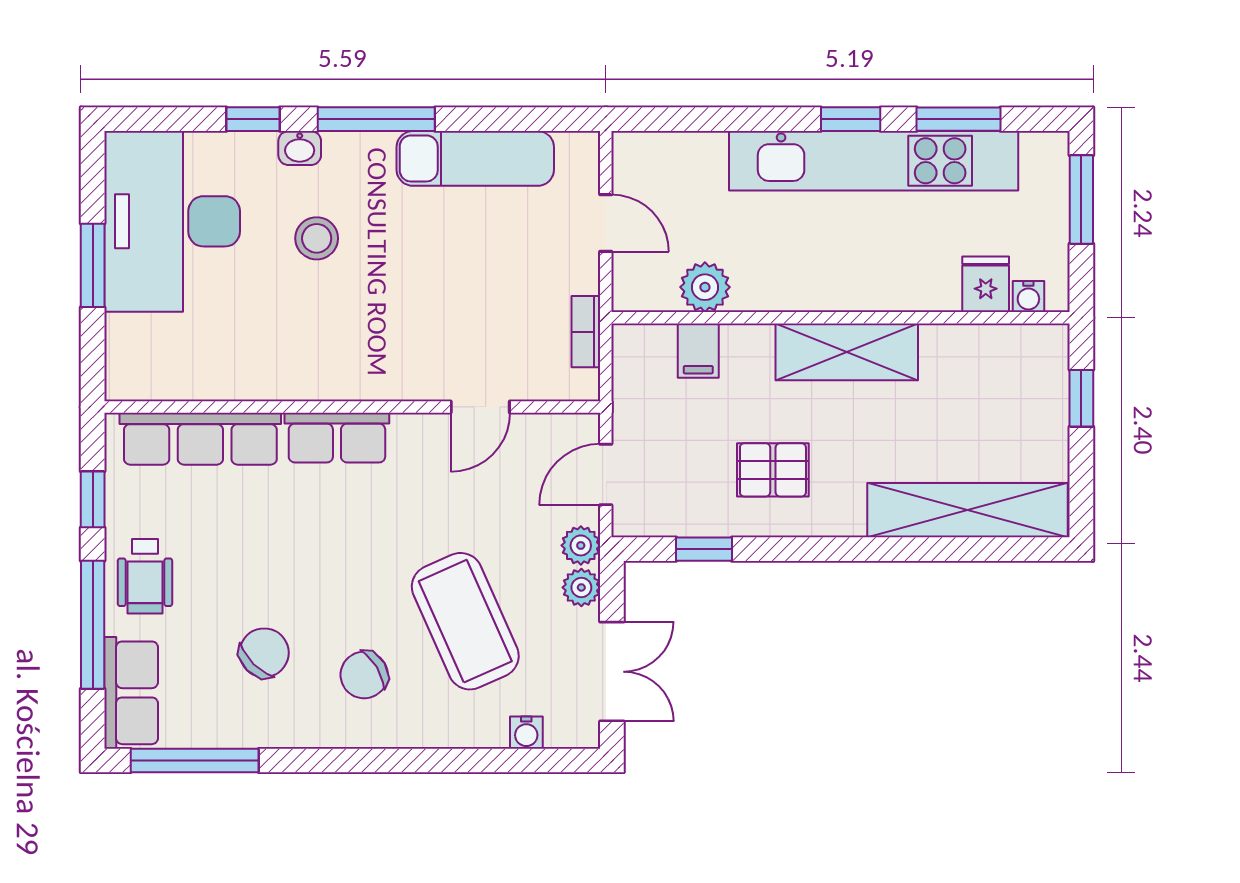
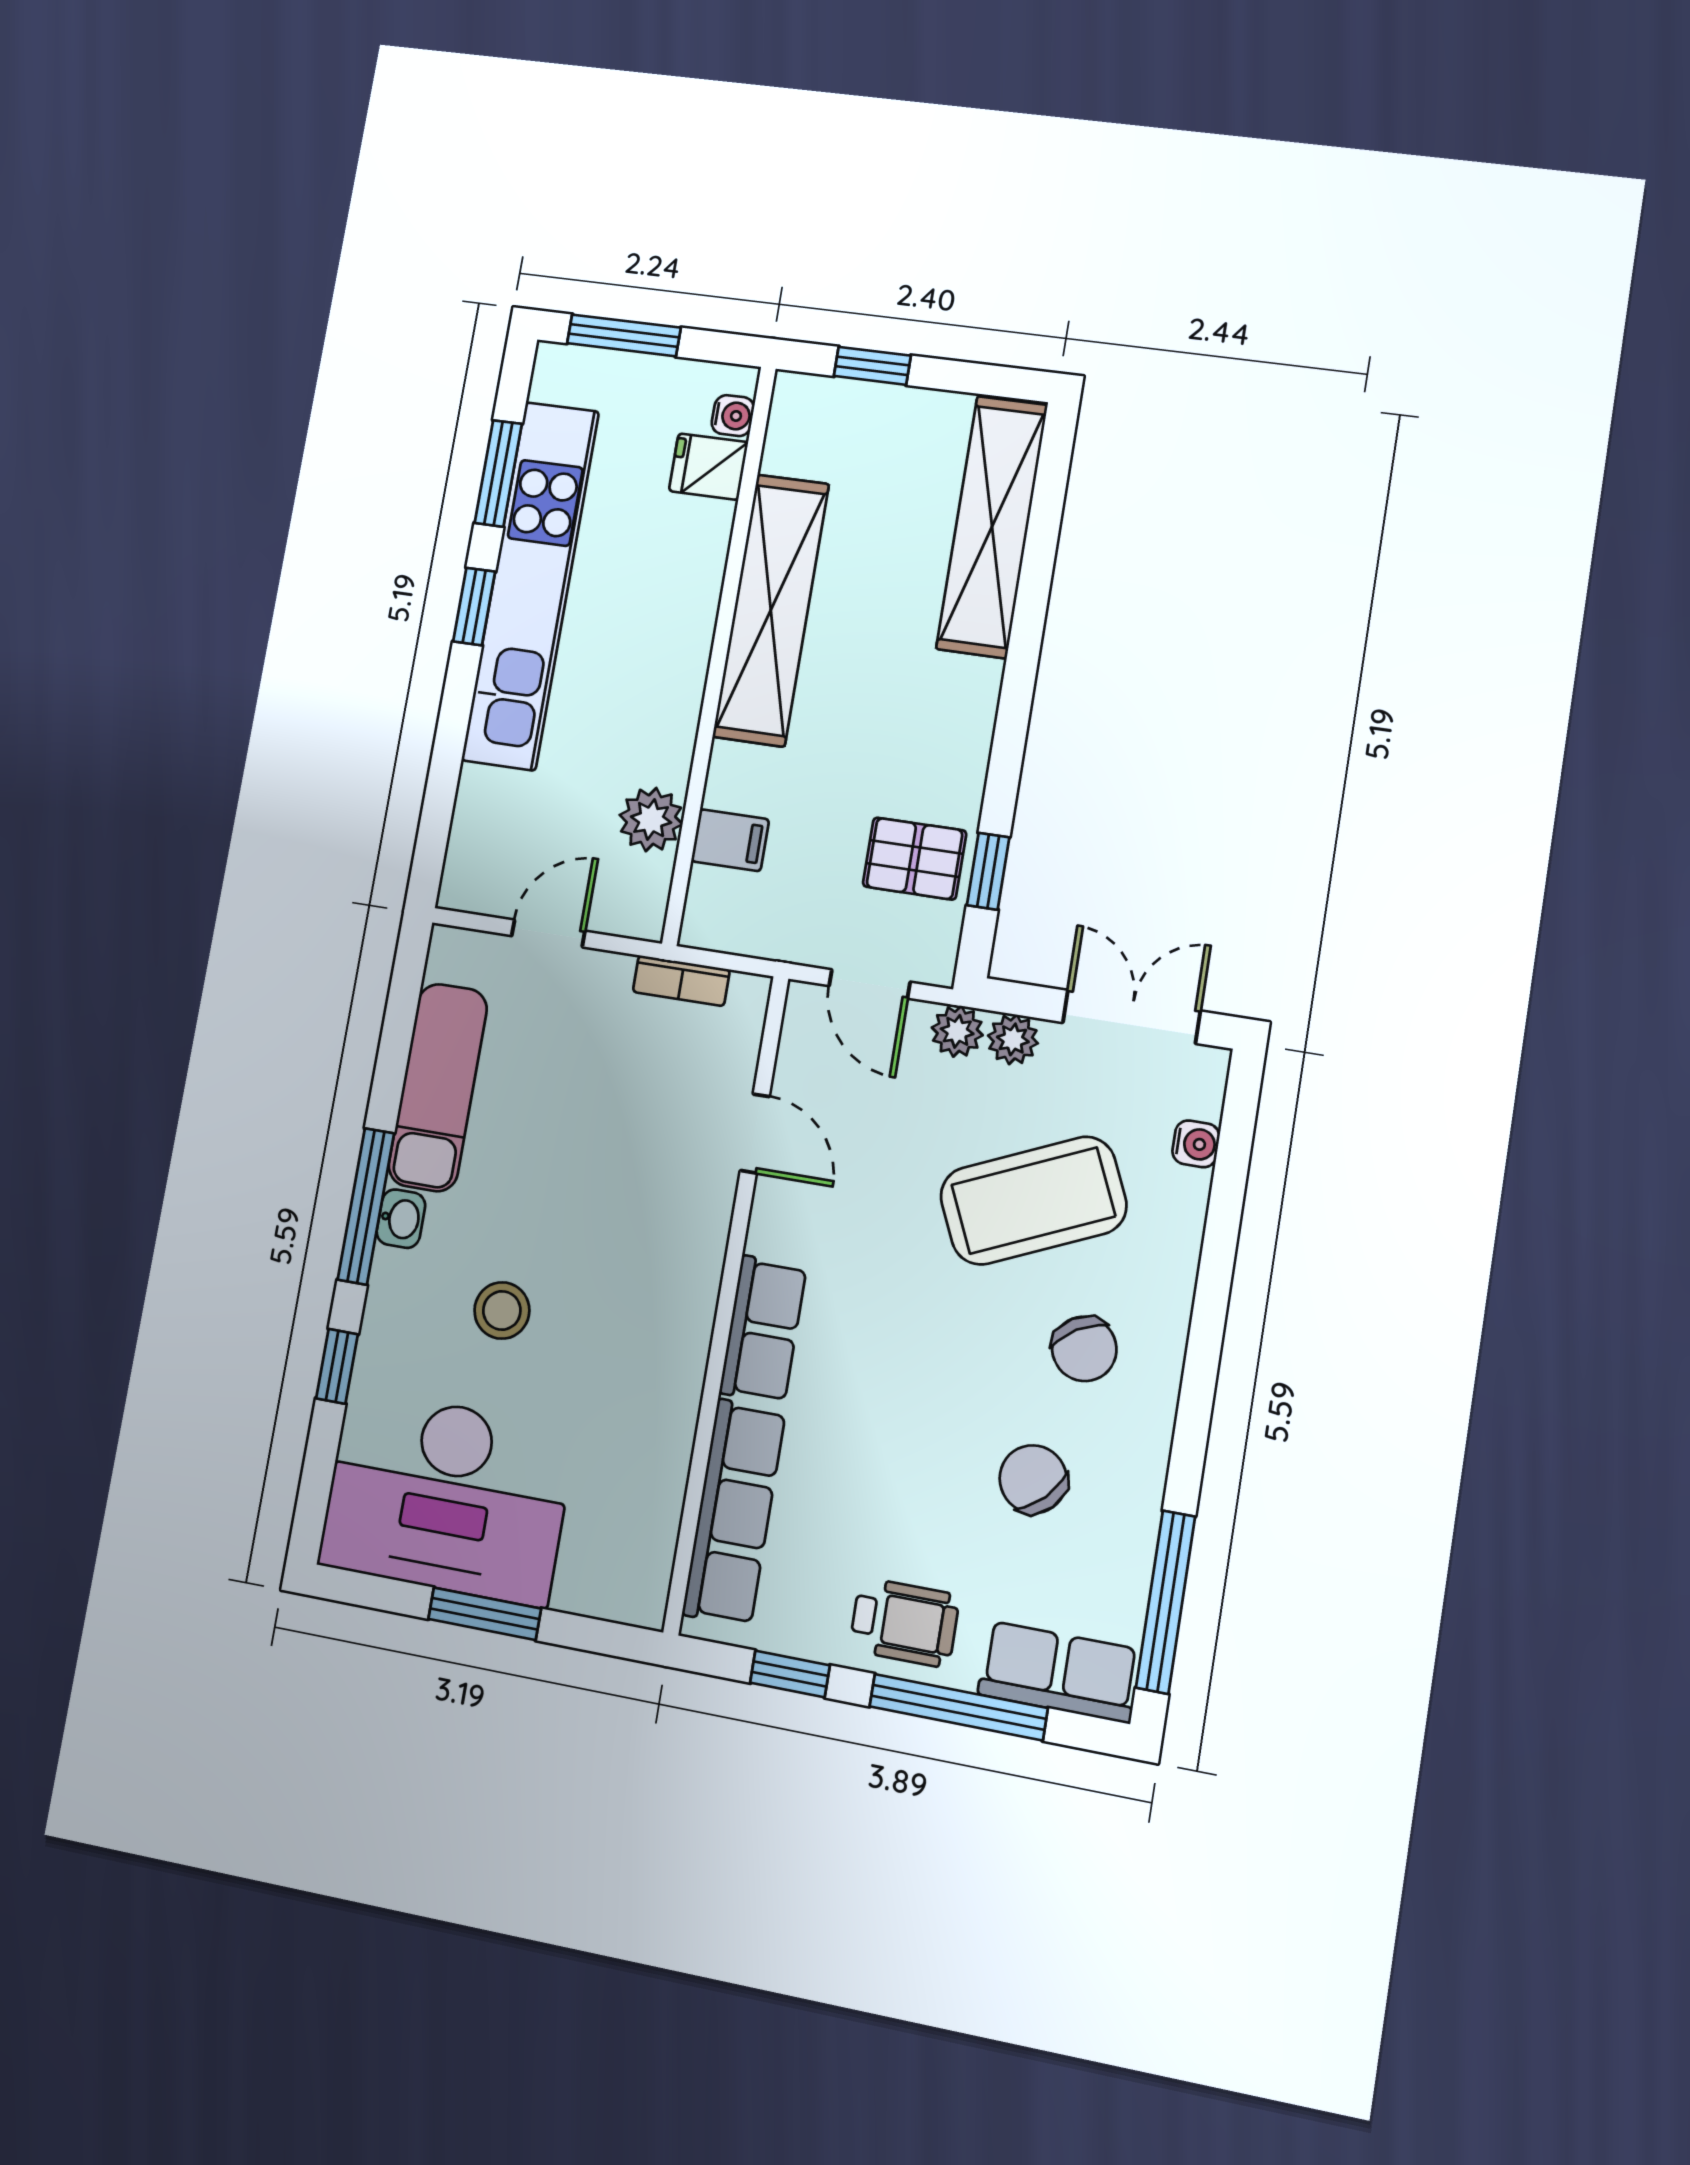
washbasin: (300, 148) -> (401, 1219), moved
shelving: (847, 352) -> (771, 610), width x1.47
pallet: (773, 470) -> (915, 859), moved, turned 90

